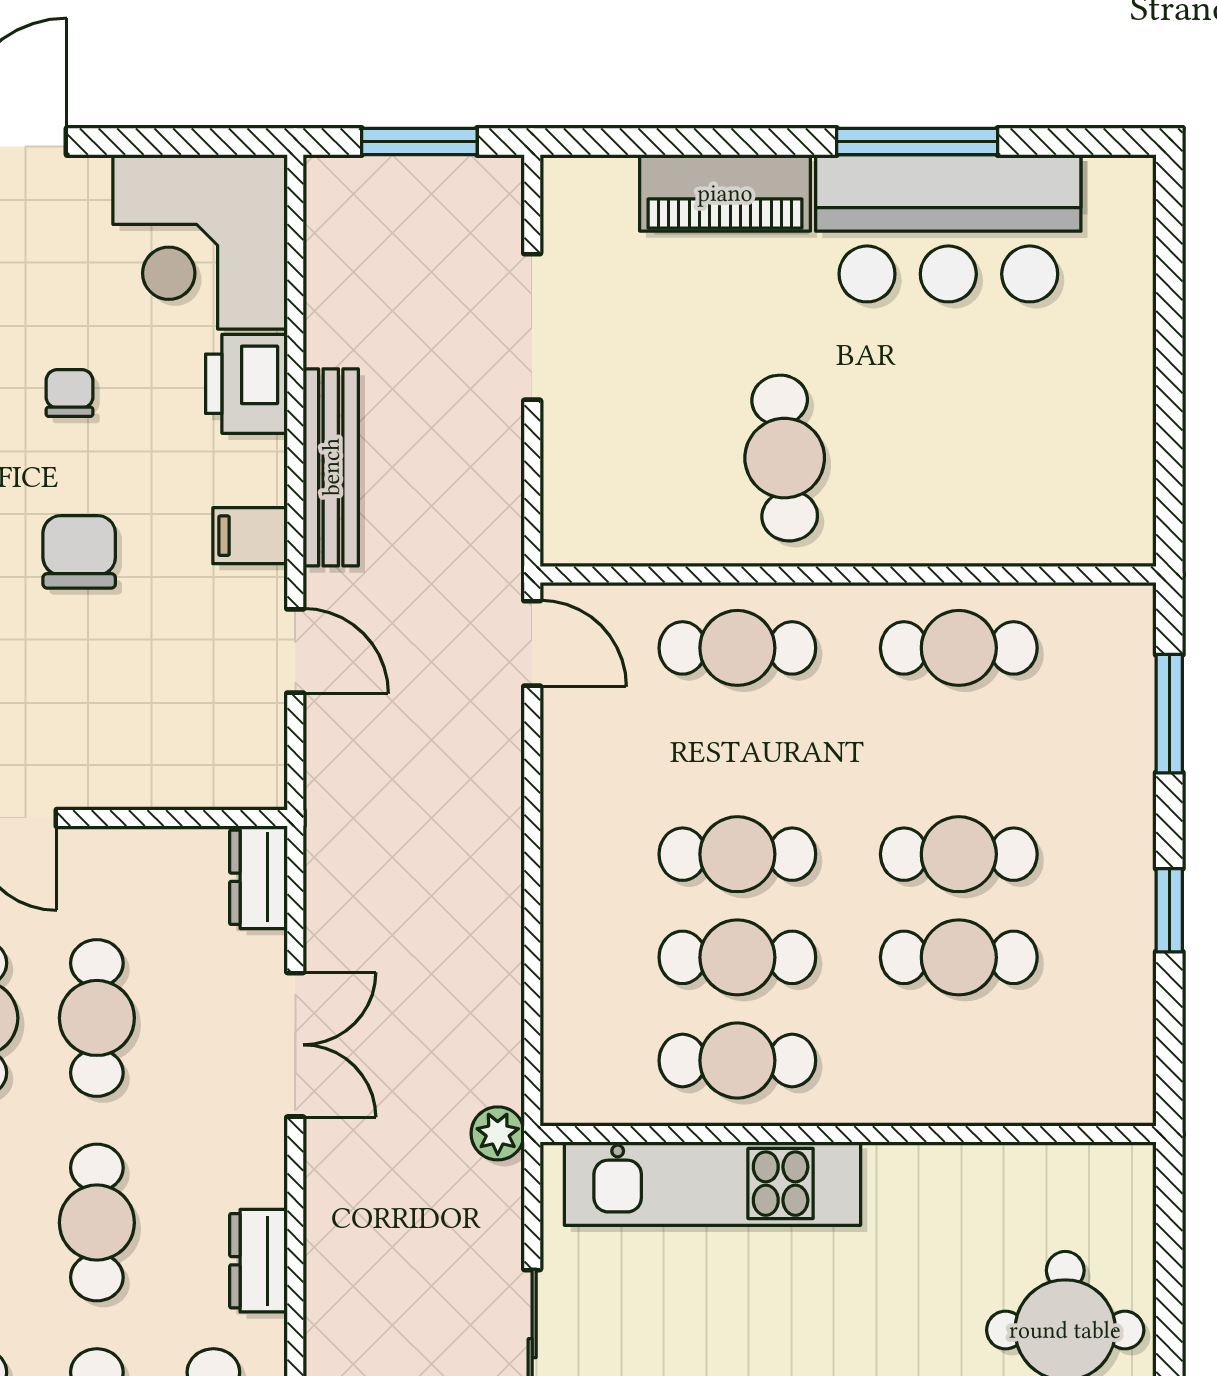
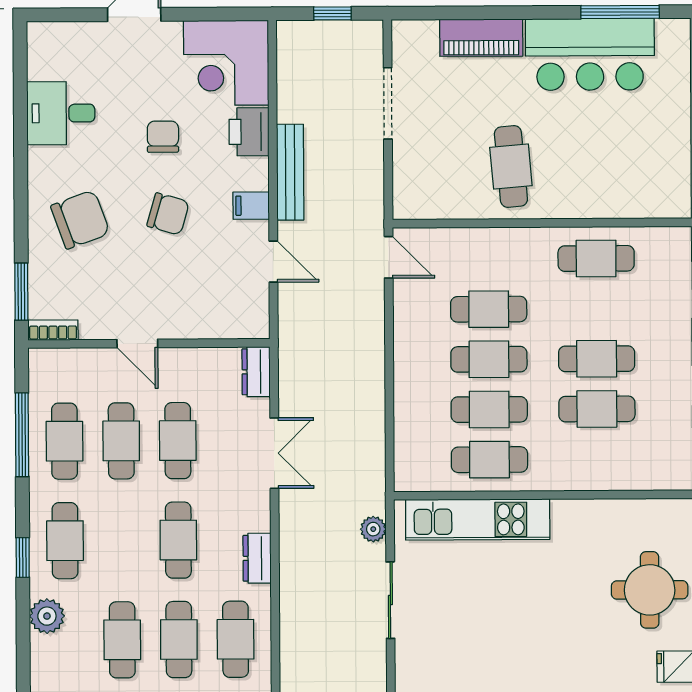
window: (419, 141) -> (332, 13), width x0.67
window: (917, 141) -> (620, 12), moved
chair: (70, 393) -> (163, 137), width x1.37, depth x1.37
chair: (79, 552) -> (168, 214), turned 106
cafe table: (737, 648) -> (489, 309), moved
plant: (498, 1133) -> (373, 529), moved

